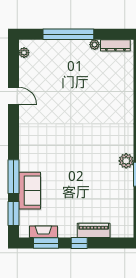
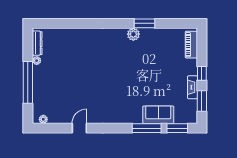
piano: (94, 230) -> (191, 45), moved
fireplace: (43, 232) -> (192, 87), moved

